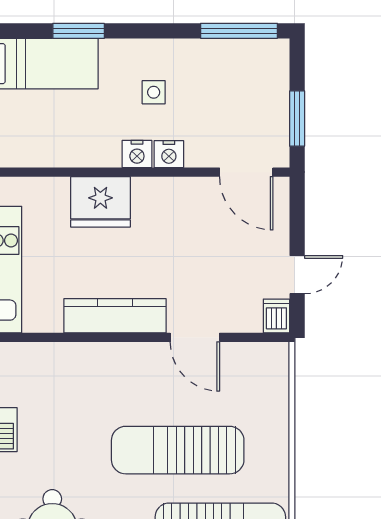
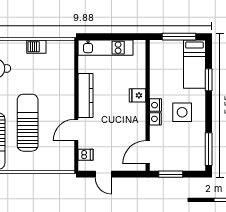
side table: (154, 92) -> (182, 112), width x1.87, depth x1.87
fridge: (100, 202) -> (138, 95), width x0.53, depth x0.75
dishwasher: (276, 316) -> (86, 155), moved

